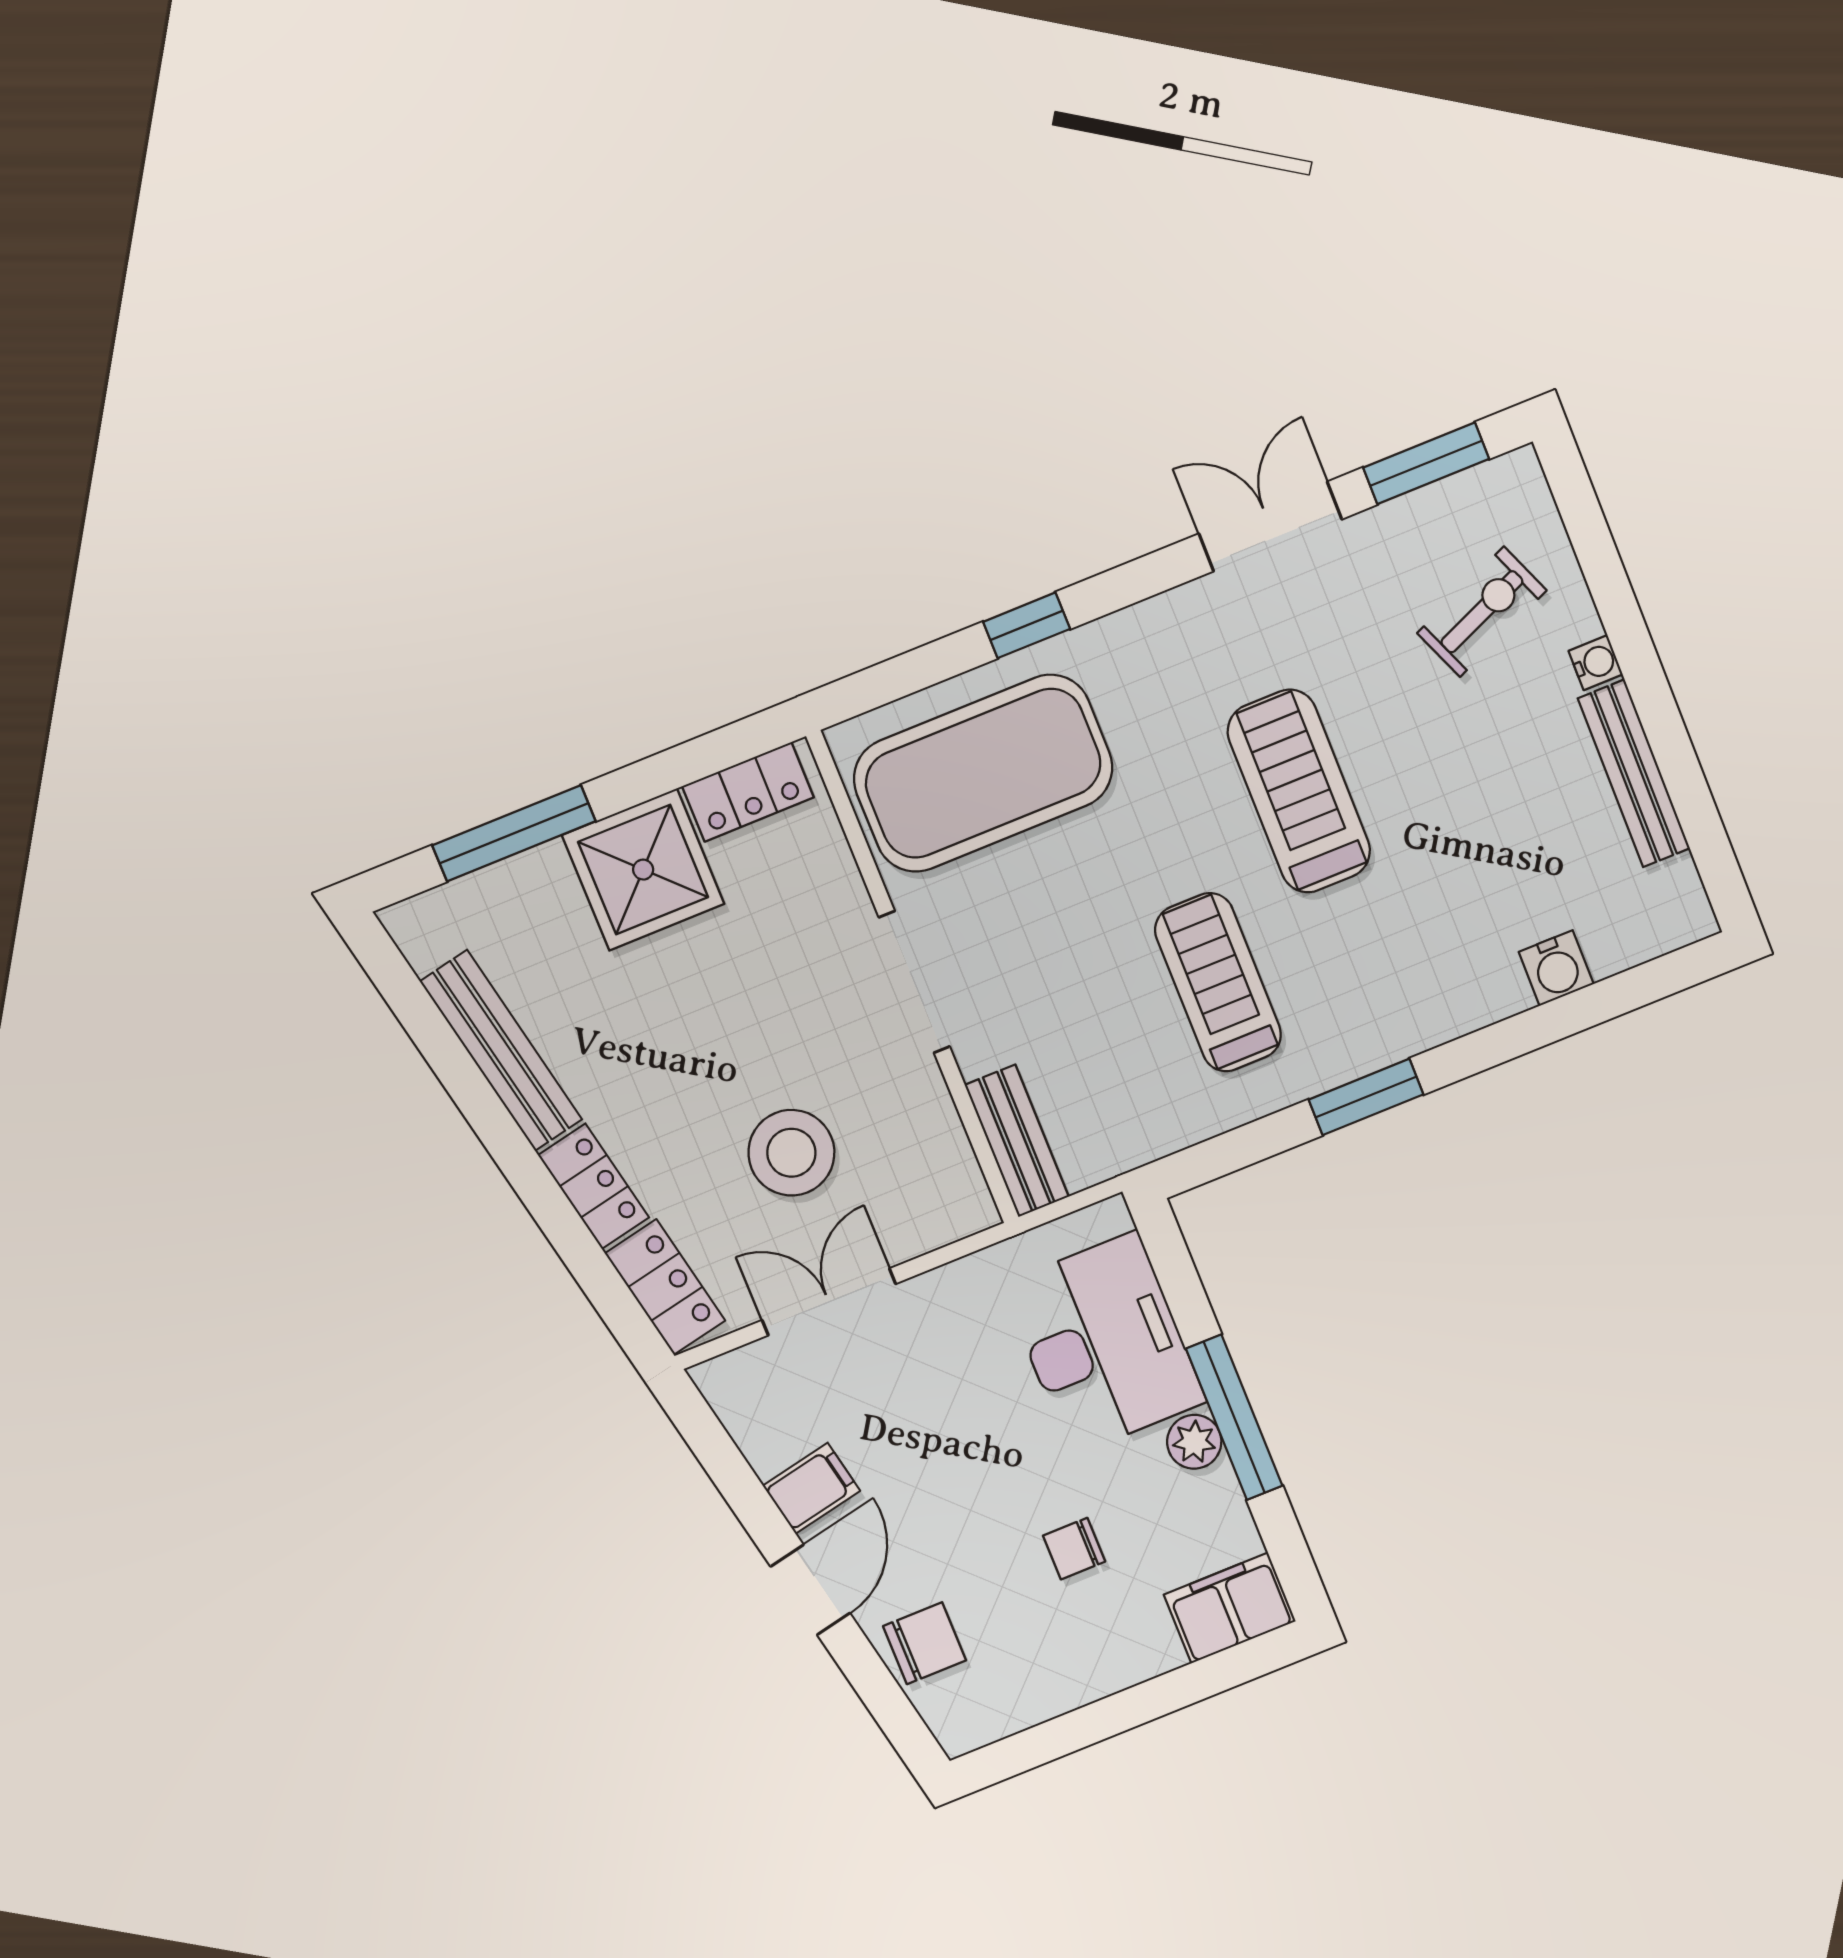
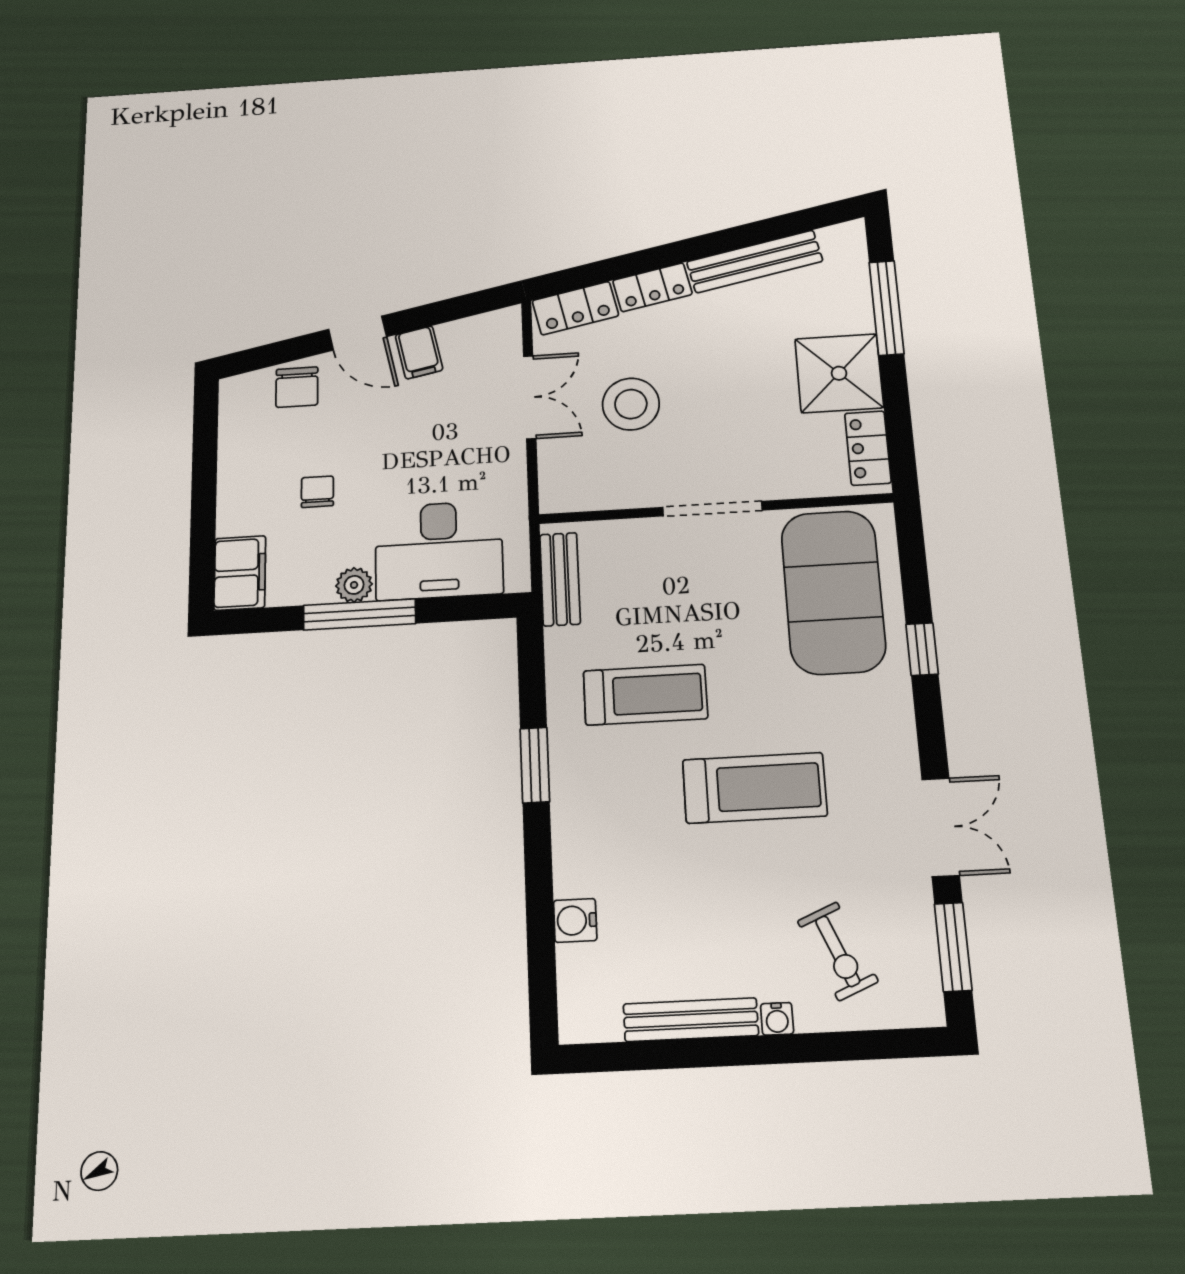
bench: (1017, 1141) -> (560, 579), moved, turned 90

